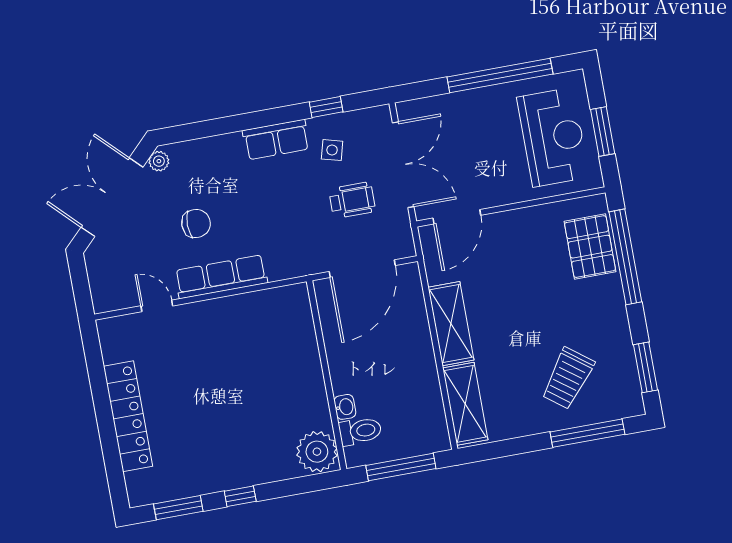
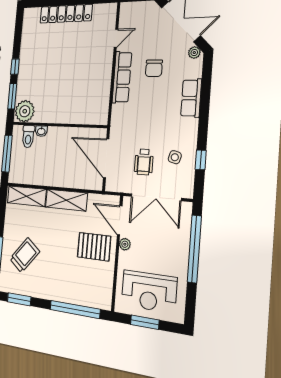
window: (500, 75) -> (194, 249), moved
row of seats: (276, 140) -> (191, 98), moved
plant: (492, 197) -> (125, 244), added
pallet: (590, 247) -> (94, 247), moved
trolley: (568, 378) -> (25, 255), turned 92
window: (178, 508) -> (12, 96), moved

